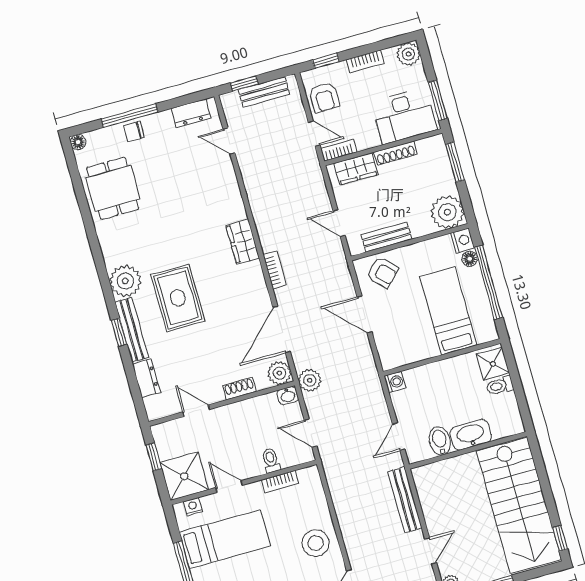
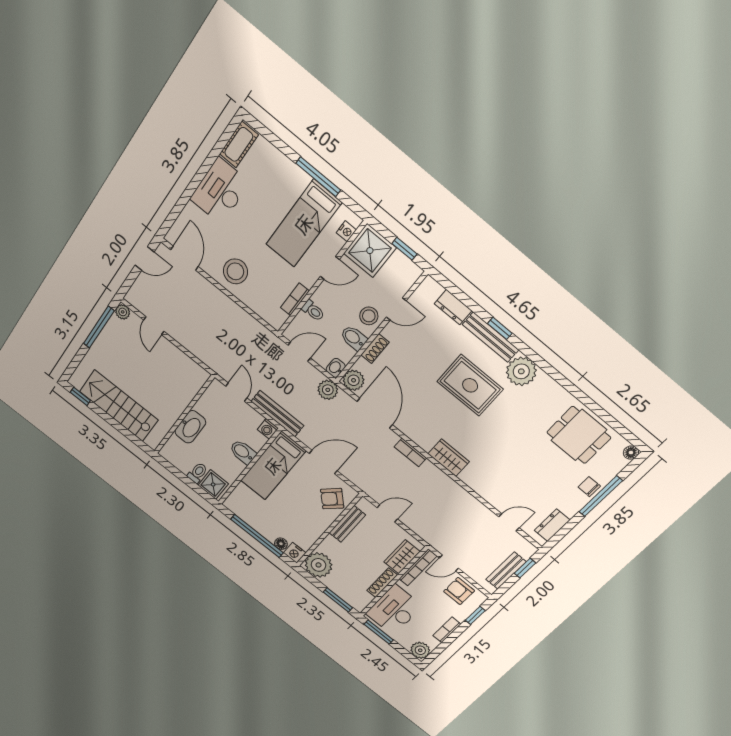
chair: (134, 132) -> (589, 487), turned -90
bookcase: (339, 150) -> (418, 567), width x1.56
bed: (448, 311) -> (273, 466), moved, turned 90
bidet: (252, 411) -> (354, 338), added
stool: (224, 421) -> (369, 316), added
bidet: (440, 441) -> (243, 452), moved, turned 180
bench: (405, 500) -> (277, 414), moved
stairs: (519, 505) -> (119, 406), width x0.73, depth x0.66

